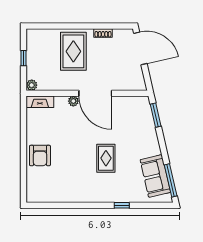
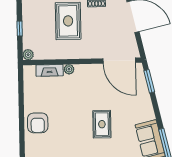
door: (95, 93) -> (119, 61), moved
fireplace: (40, 102) -> (50, 70), moved

